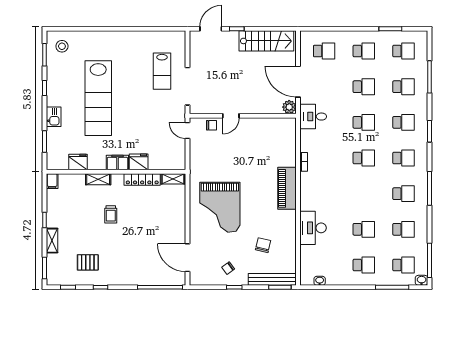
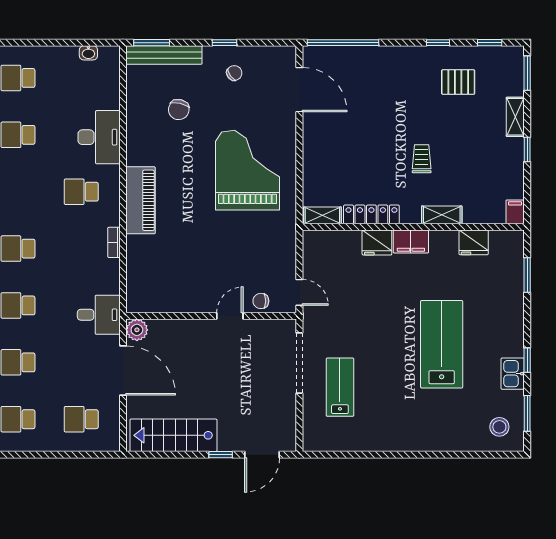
lab bench: (98, 98) -> (442, 344), width x0.73
kitchen sink: (54, 117) -> (513, 374), moved
school desk: (324, 194) -> (81, 192), added

